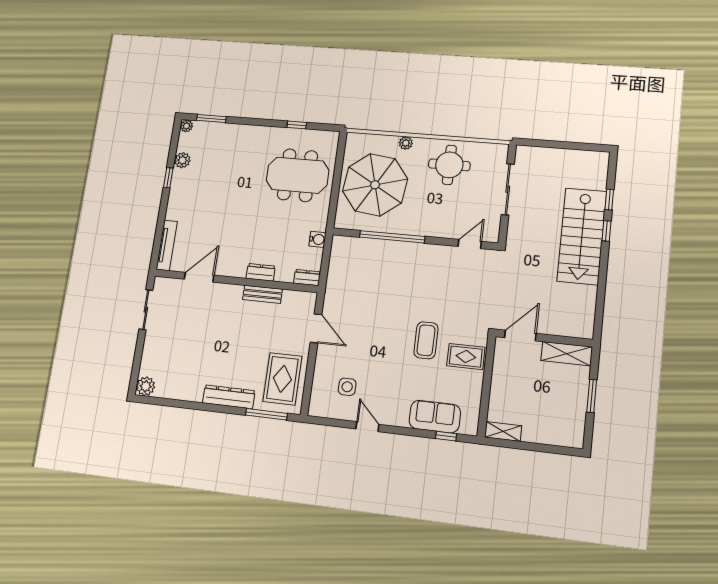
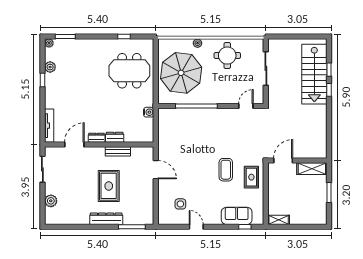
stairs: (582, 236) -> (314, 74), moved
dresser: (307, 278) -> (97, 138), moved
rug: (466, 357) -> (251, 177), turned 90
rug: (282, 379) -> (109, 186), moved
plant: (146, 386) -> (51, 201), moved

